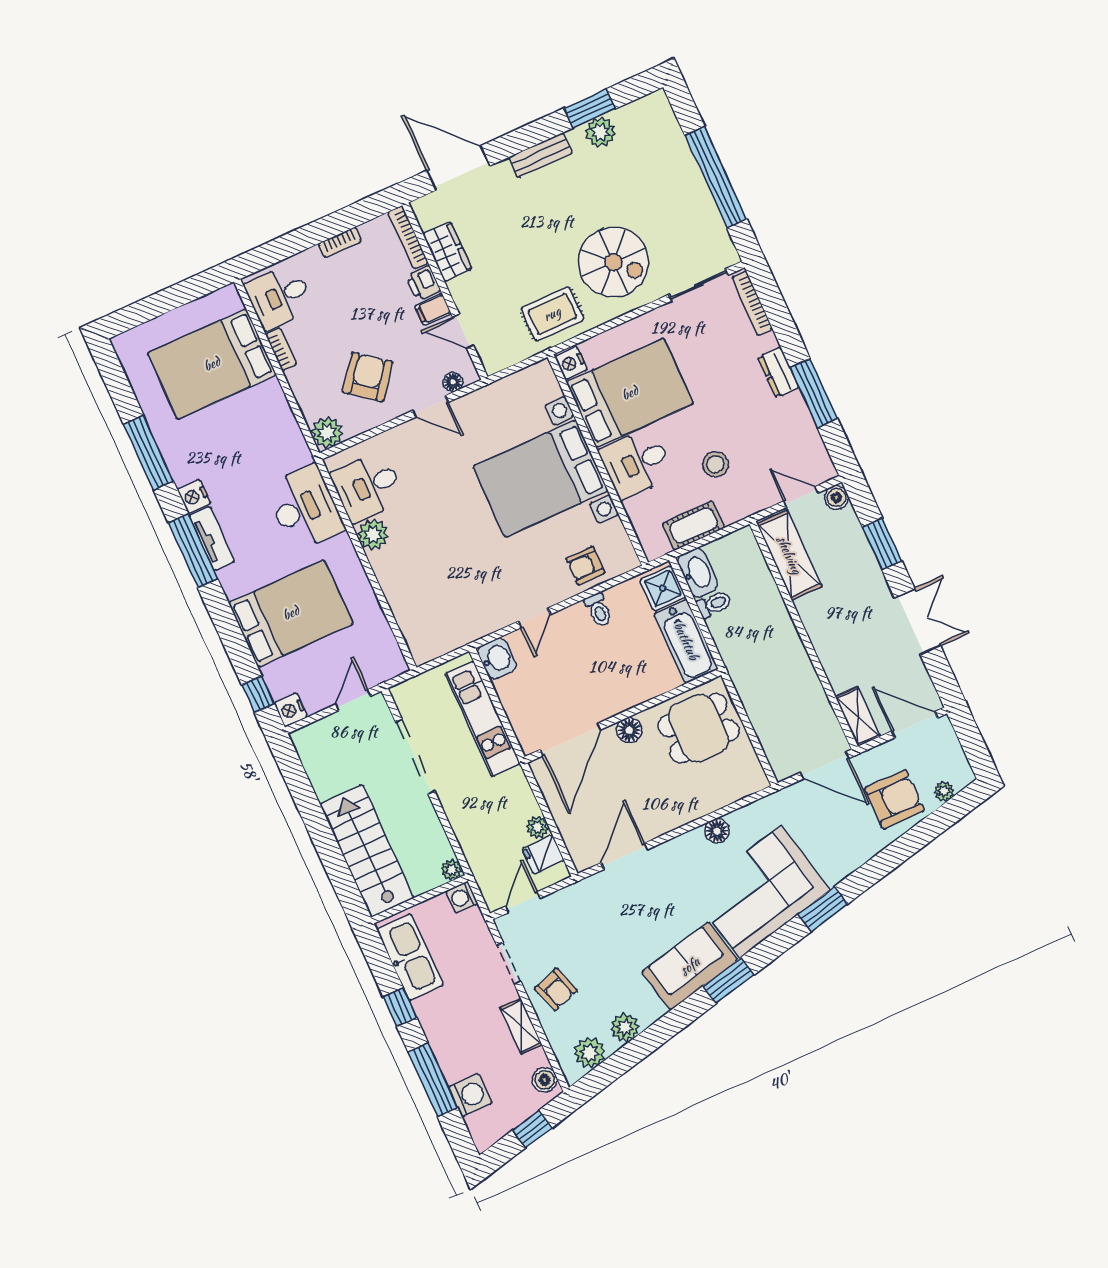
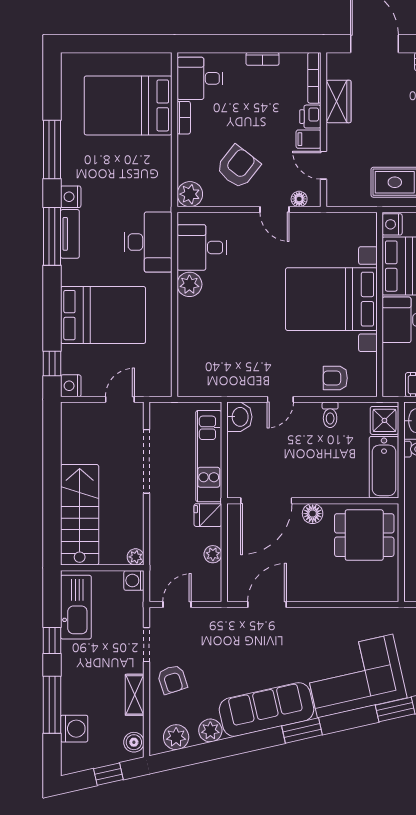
floor lamp: (717, 831) -> (343, 617), removed
fridge: (543, 855) -> (208, 515), moved
sofa: (690, 966) -> (266, 710), width x1.36

